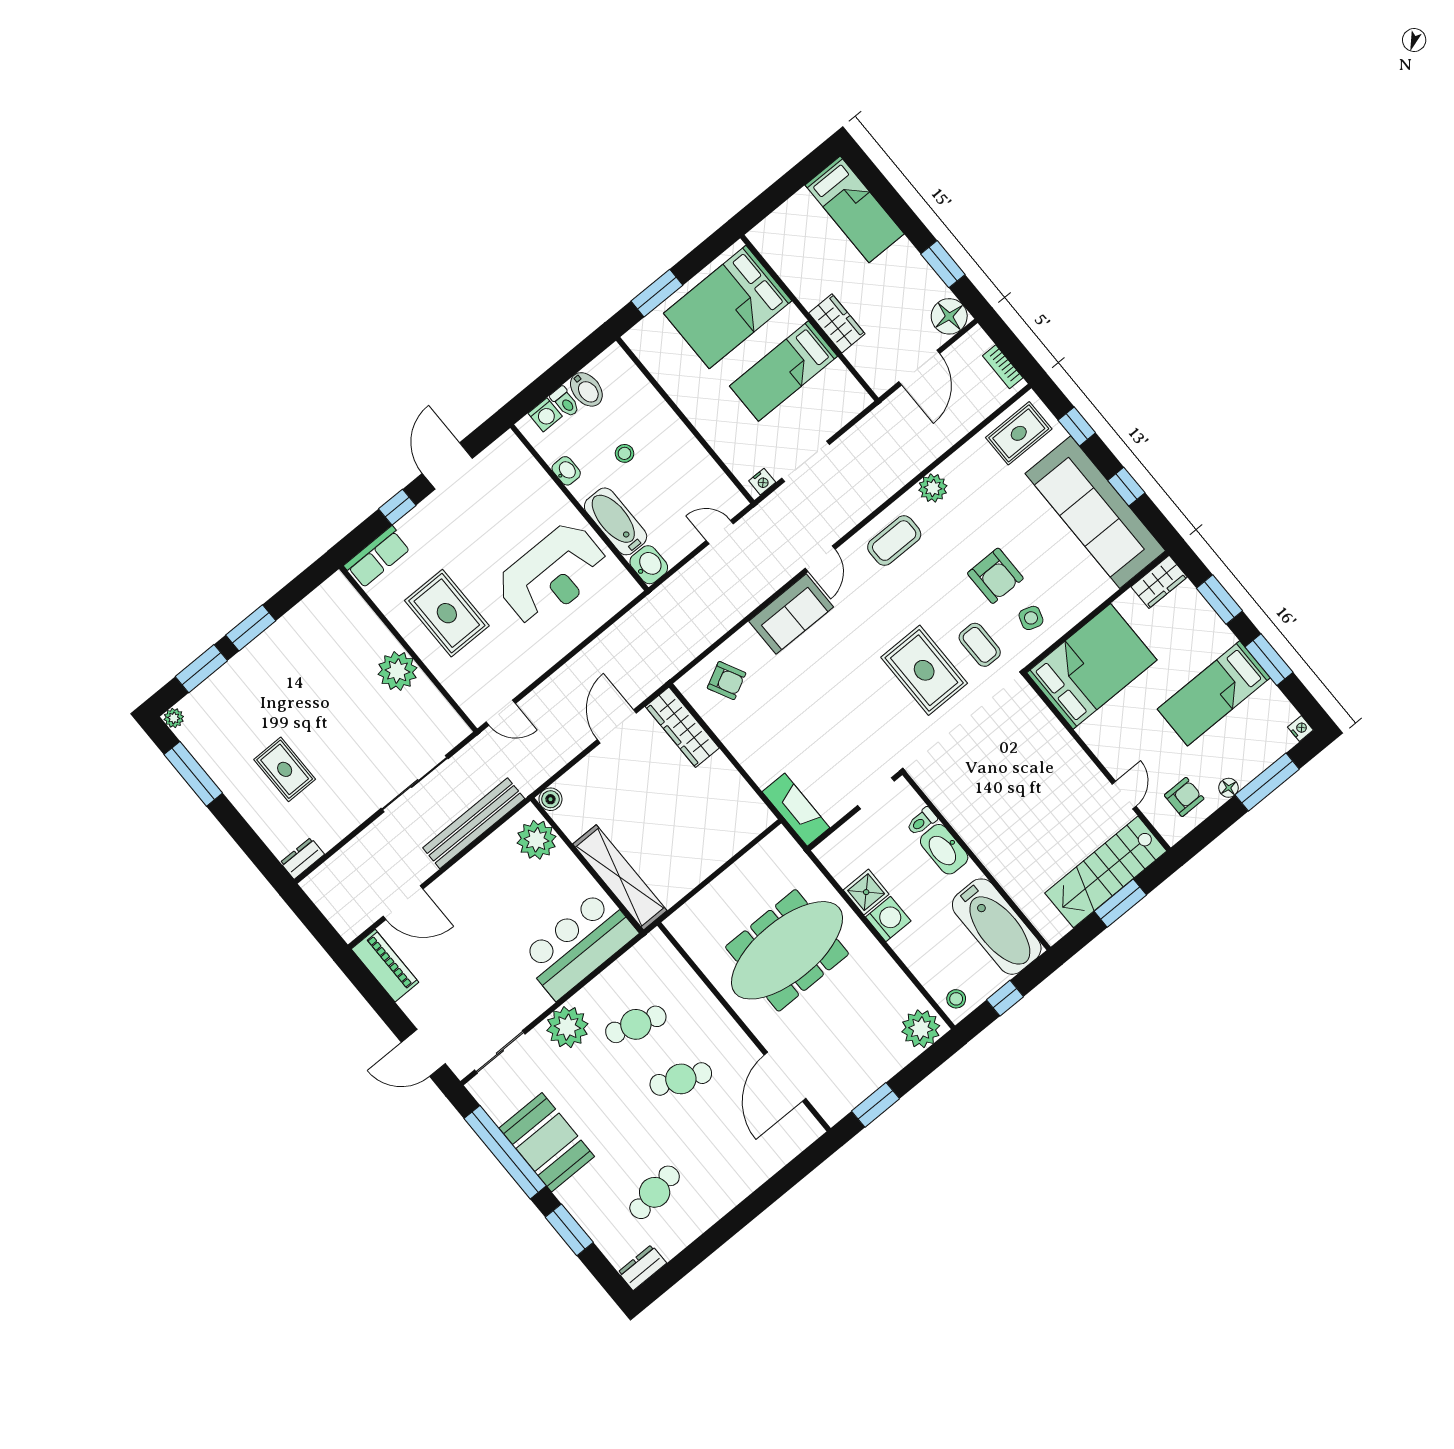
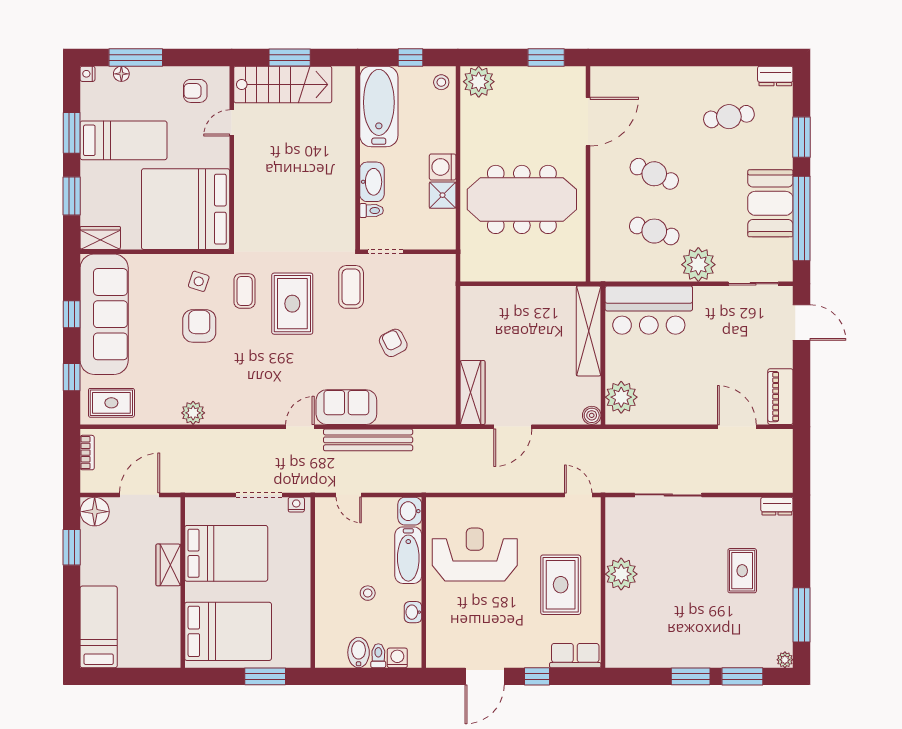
bed: (783, 371) -> (226, 553), width x1.50
coffee table: (894, 541) -> (351, 287), moved, turned 90
bed: (1092, 666) -> (186, 209), width x1.36
armchair: (727, 681) -> (393, 343), moved
floor lamp: (1229, 788) -> (121, 74), moved
fireplace: (796, 810) -> (444, 283), removed
bench: (474, 823) -> (368, 440), moved

